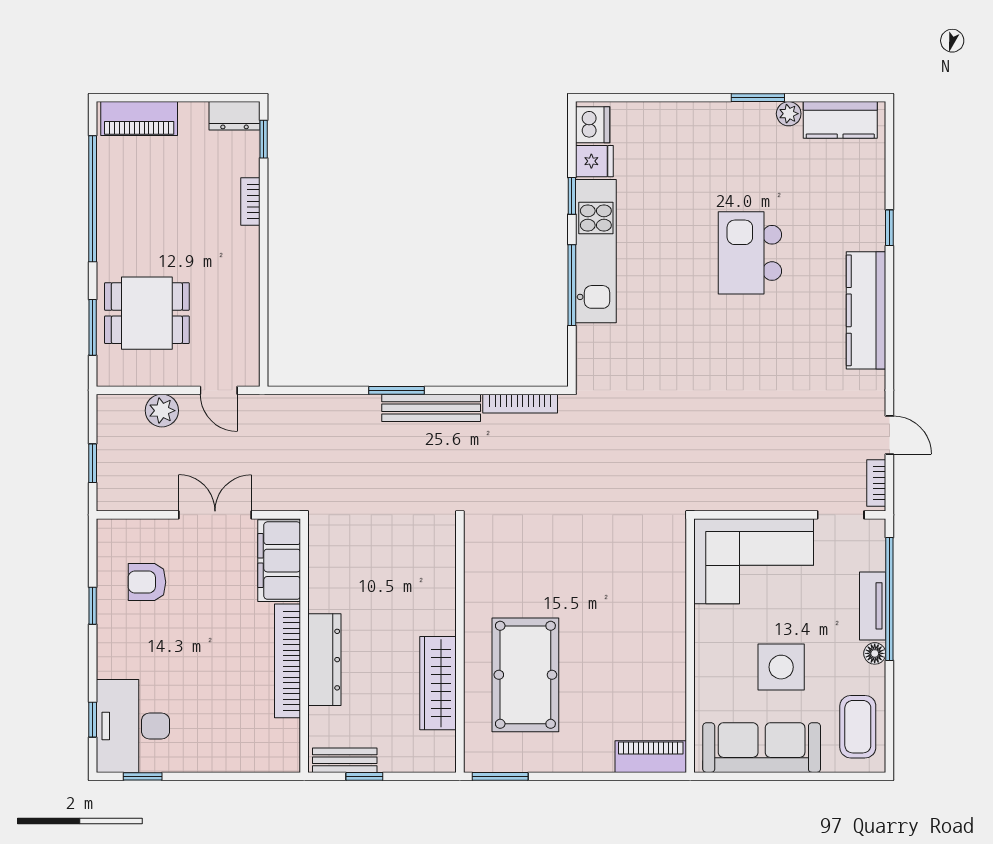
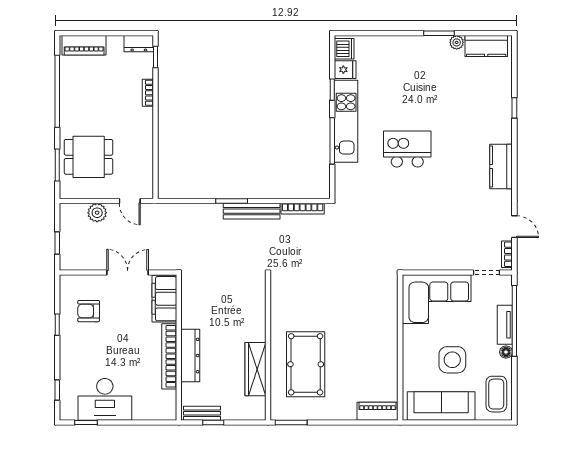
kitchen island: (750, 253) -> (407, 149), moved, turned 90
kitchen counter: (866, 310) -> (501, 166), width x0.67
desk: (133, 726) -> (105, 399), moved, turned -90

